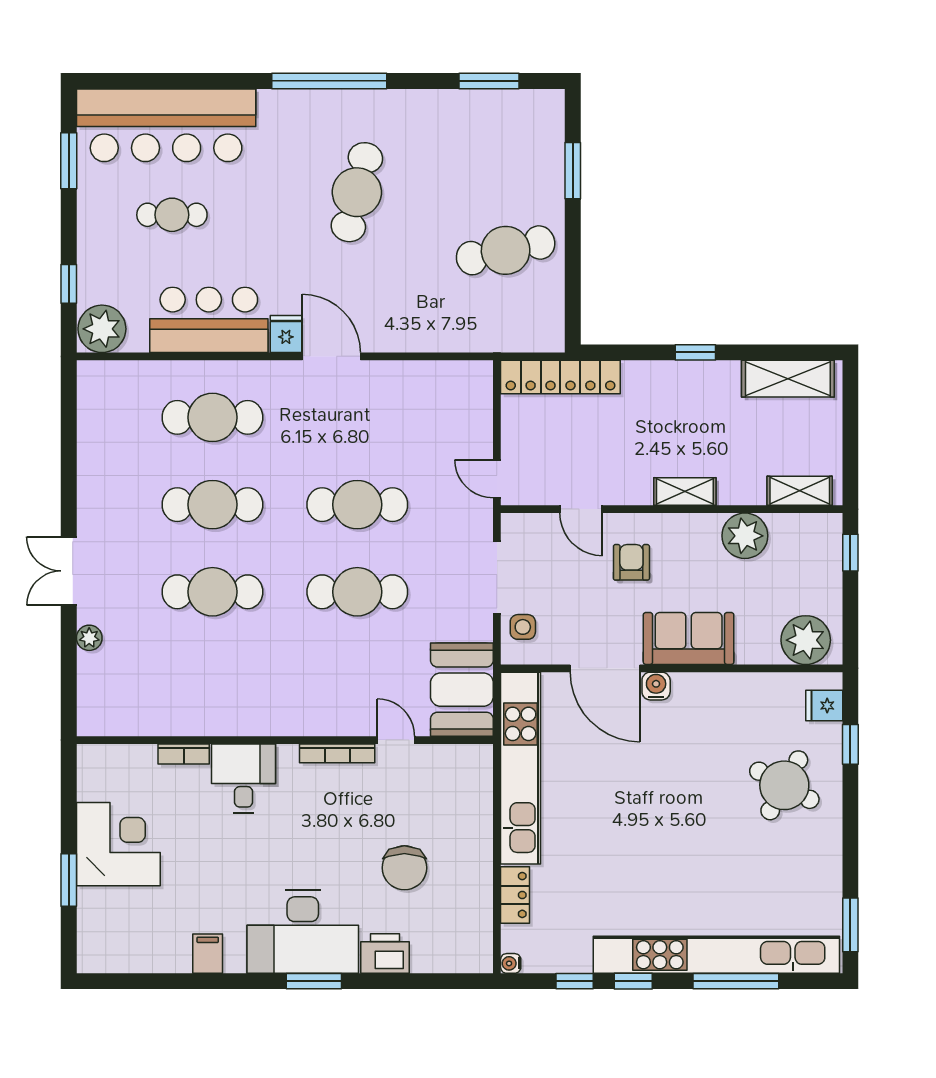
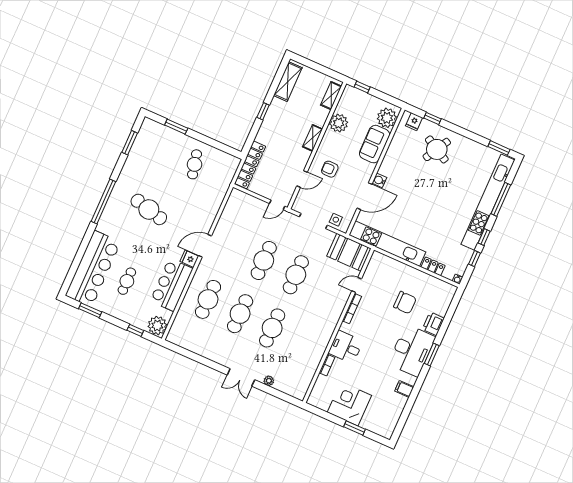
cafe table: (506, 250) -> (195, 164), width x0.73, depth x0.74
sofa: (689, 638) -> (375, 144), moved

